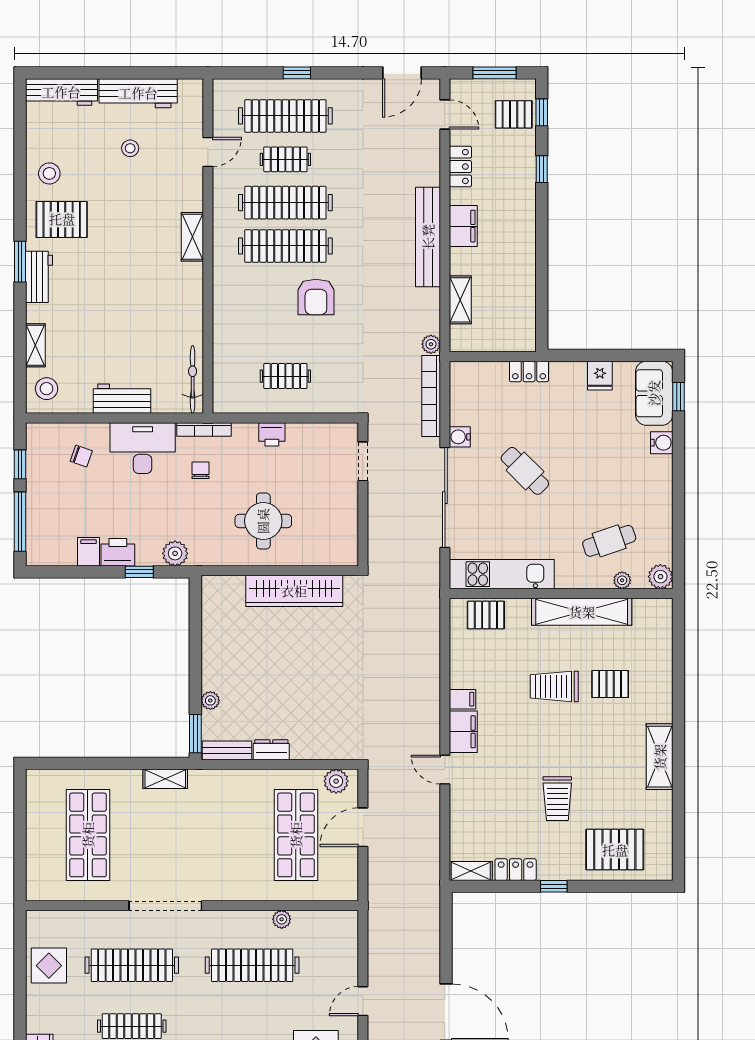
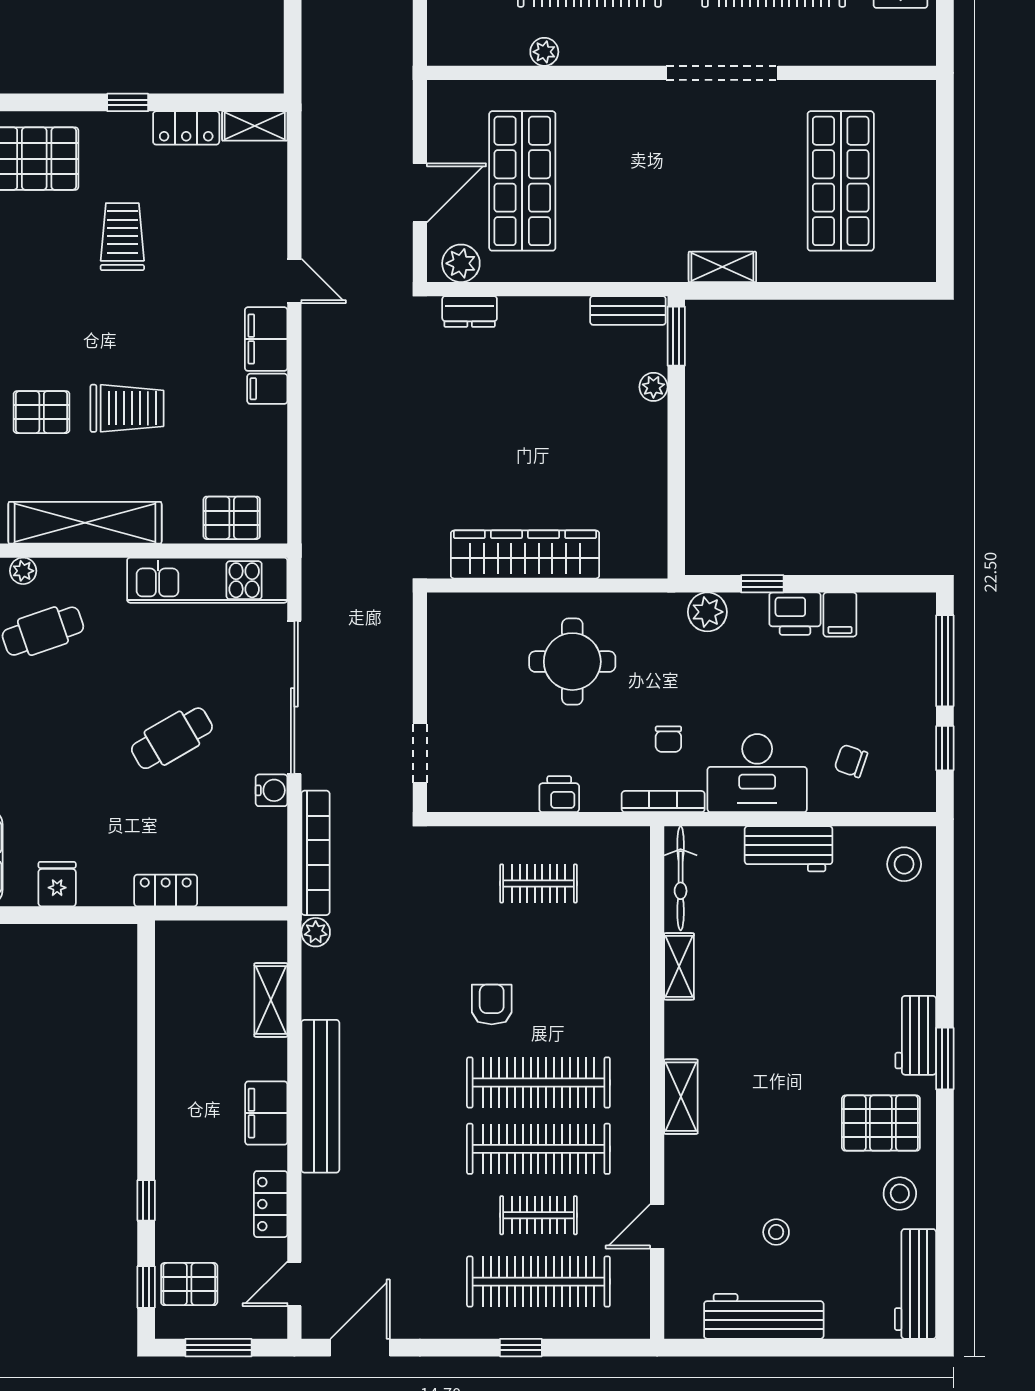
workbench: (61, 92) -> (915, 1284), moved, turned -90
door: (445, 114) -> (294, 1284), hinge flipped
armchair: (316, 297) -> (492, 1004), width x0.72, depth x0.72
shelving: (35, 345) -> (679, 966), moved
cafe table: (525, 471) -> (172, 738), turned -75
dresser: (271, 750) -> (470, 311), moved

